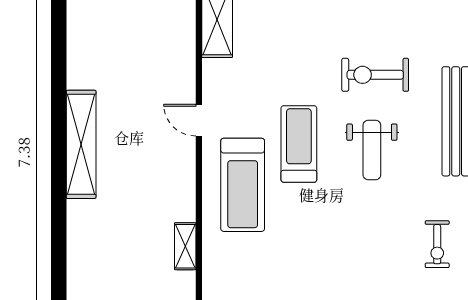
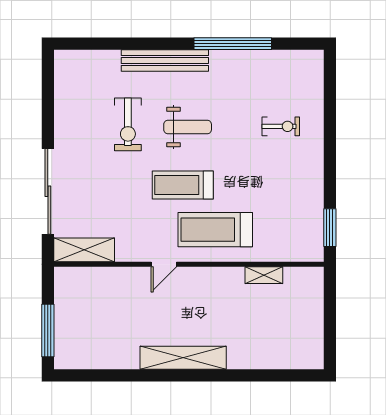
treadmill: (243, 185) -> (215, 230), turned 180
exercise bike: (437, 244) -> (281, 126), moved

